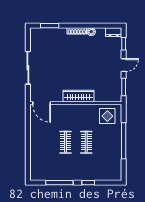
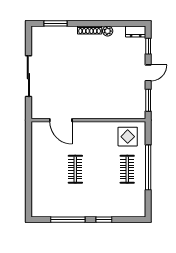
wardrobe: (78, 96) -> (92, 112), removed
door: (42, 103) -> (61, 120), moved
clothes rail: (86, 142) -> (127, 169), moved

